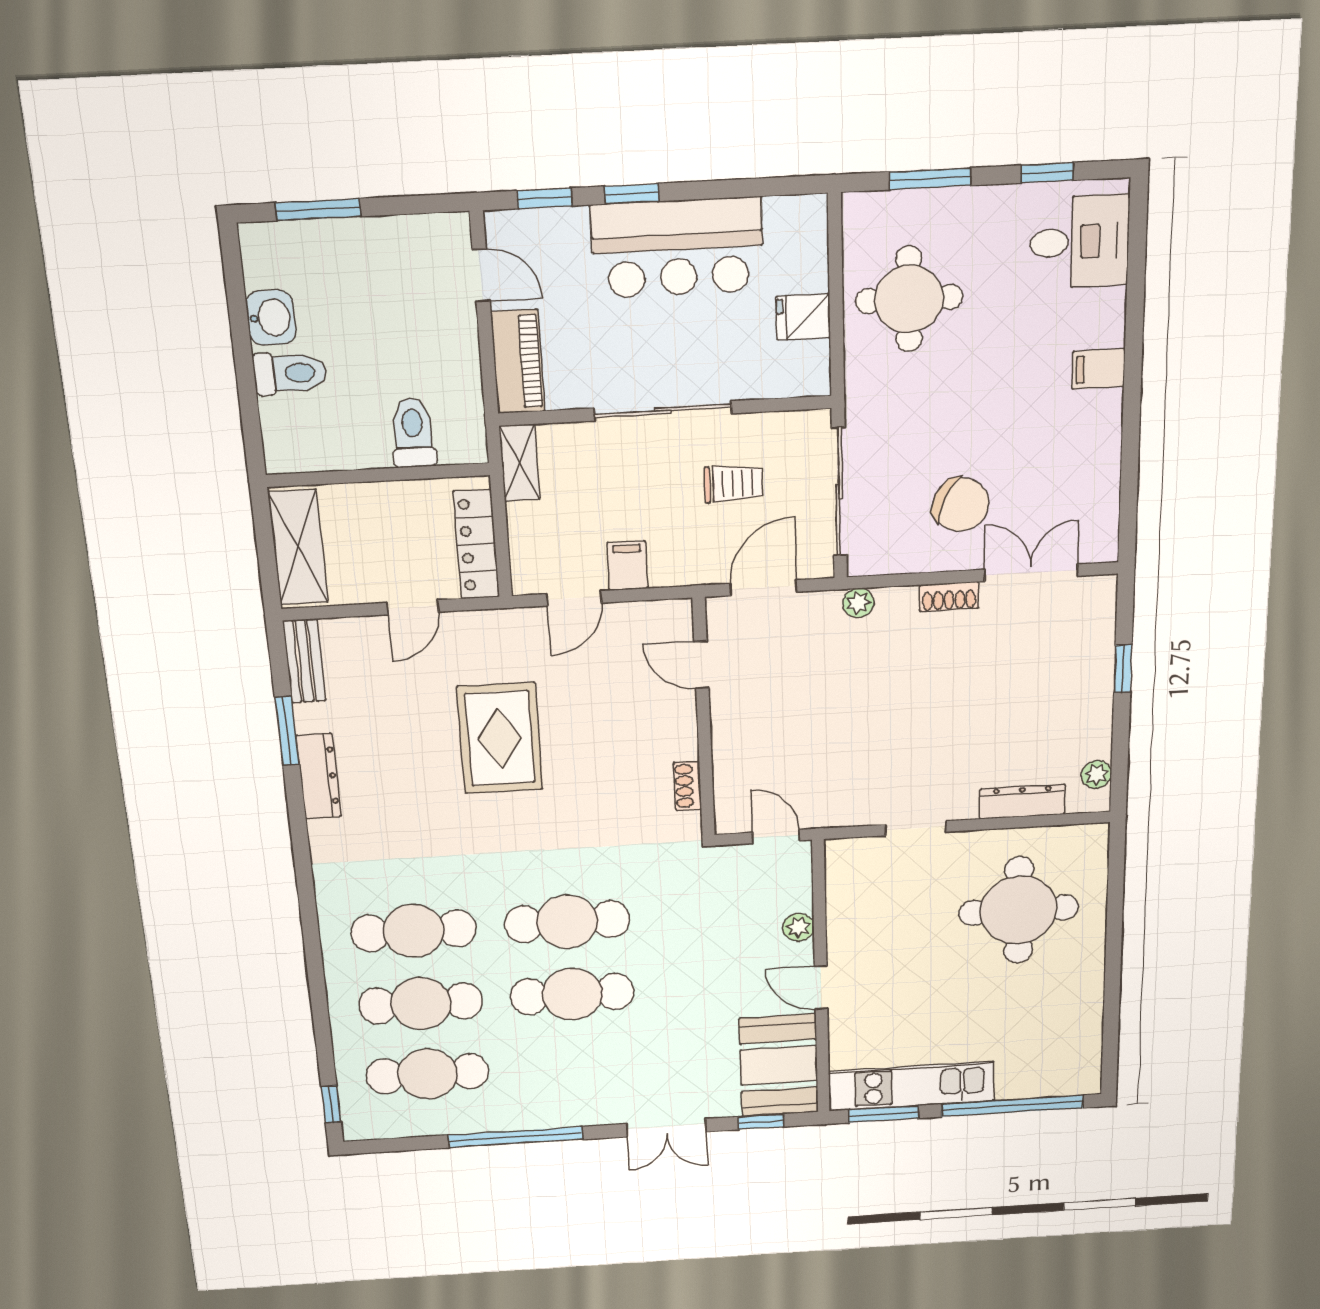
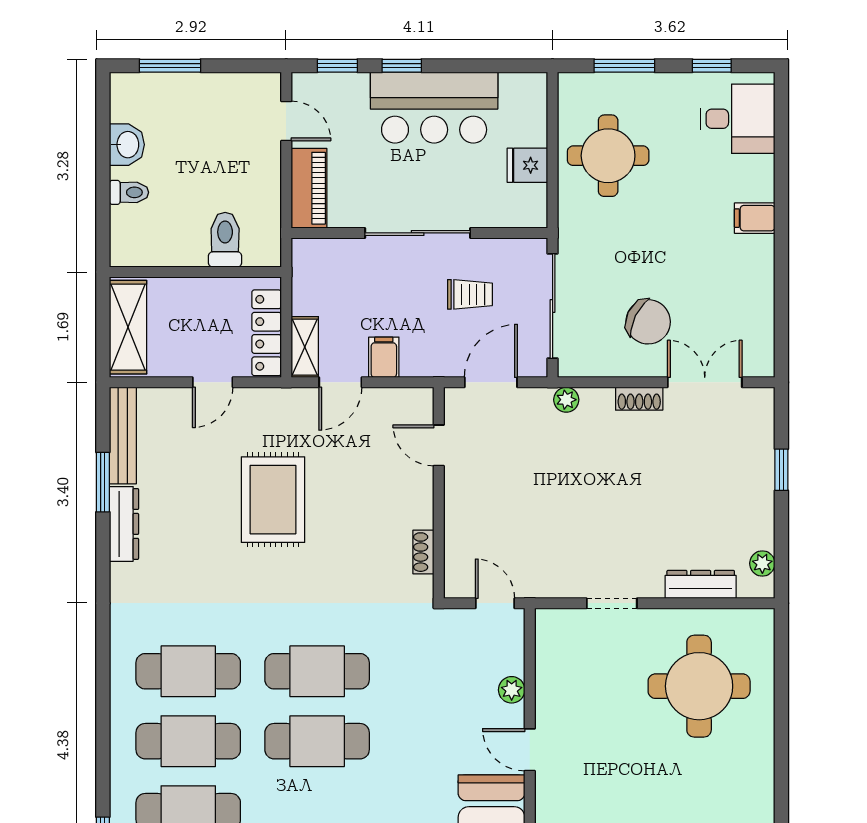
toilet: (290, 373) -> (129, 192), width x0.73, depth x0.72
shelving: (519, 463) -> (305, 347), moved
bench: (304, 661) -> (123, 436), width x1.36

